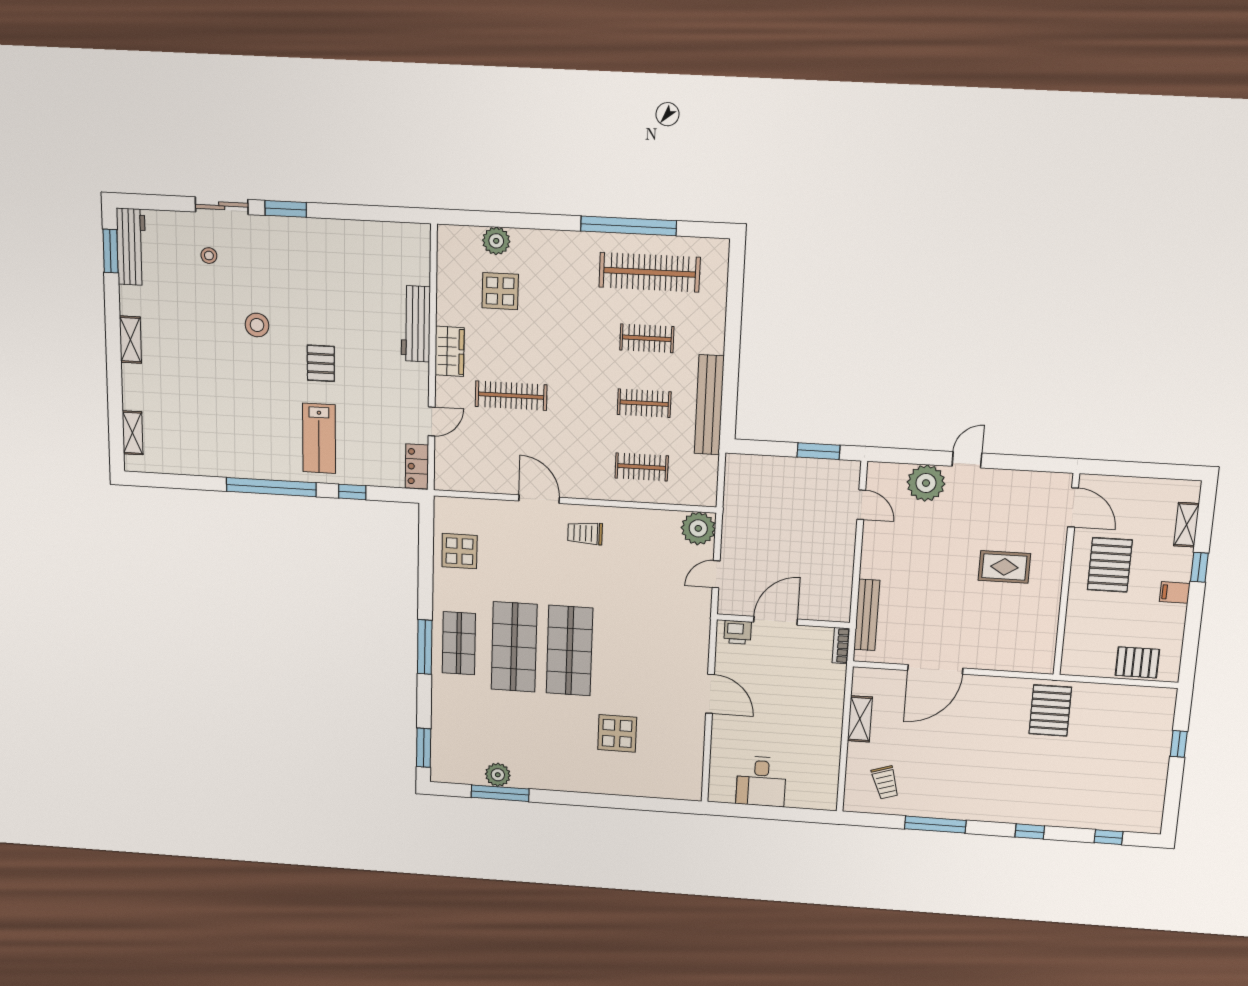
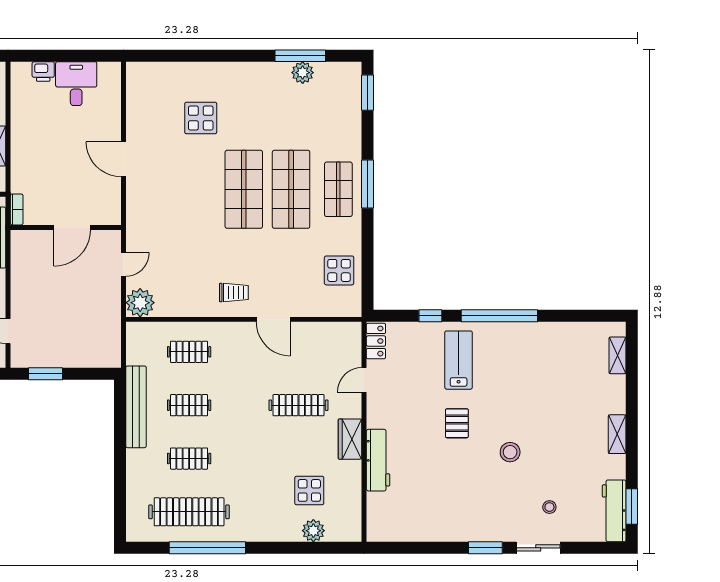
printer: (738, 632) -> (43, 72), moved, turned 180

